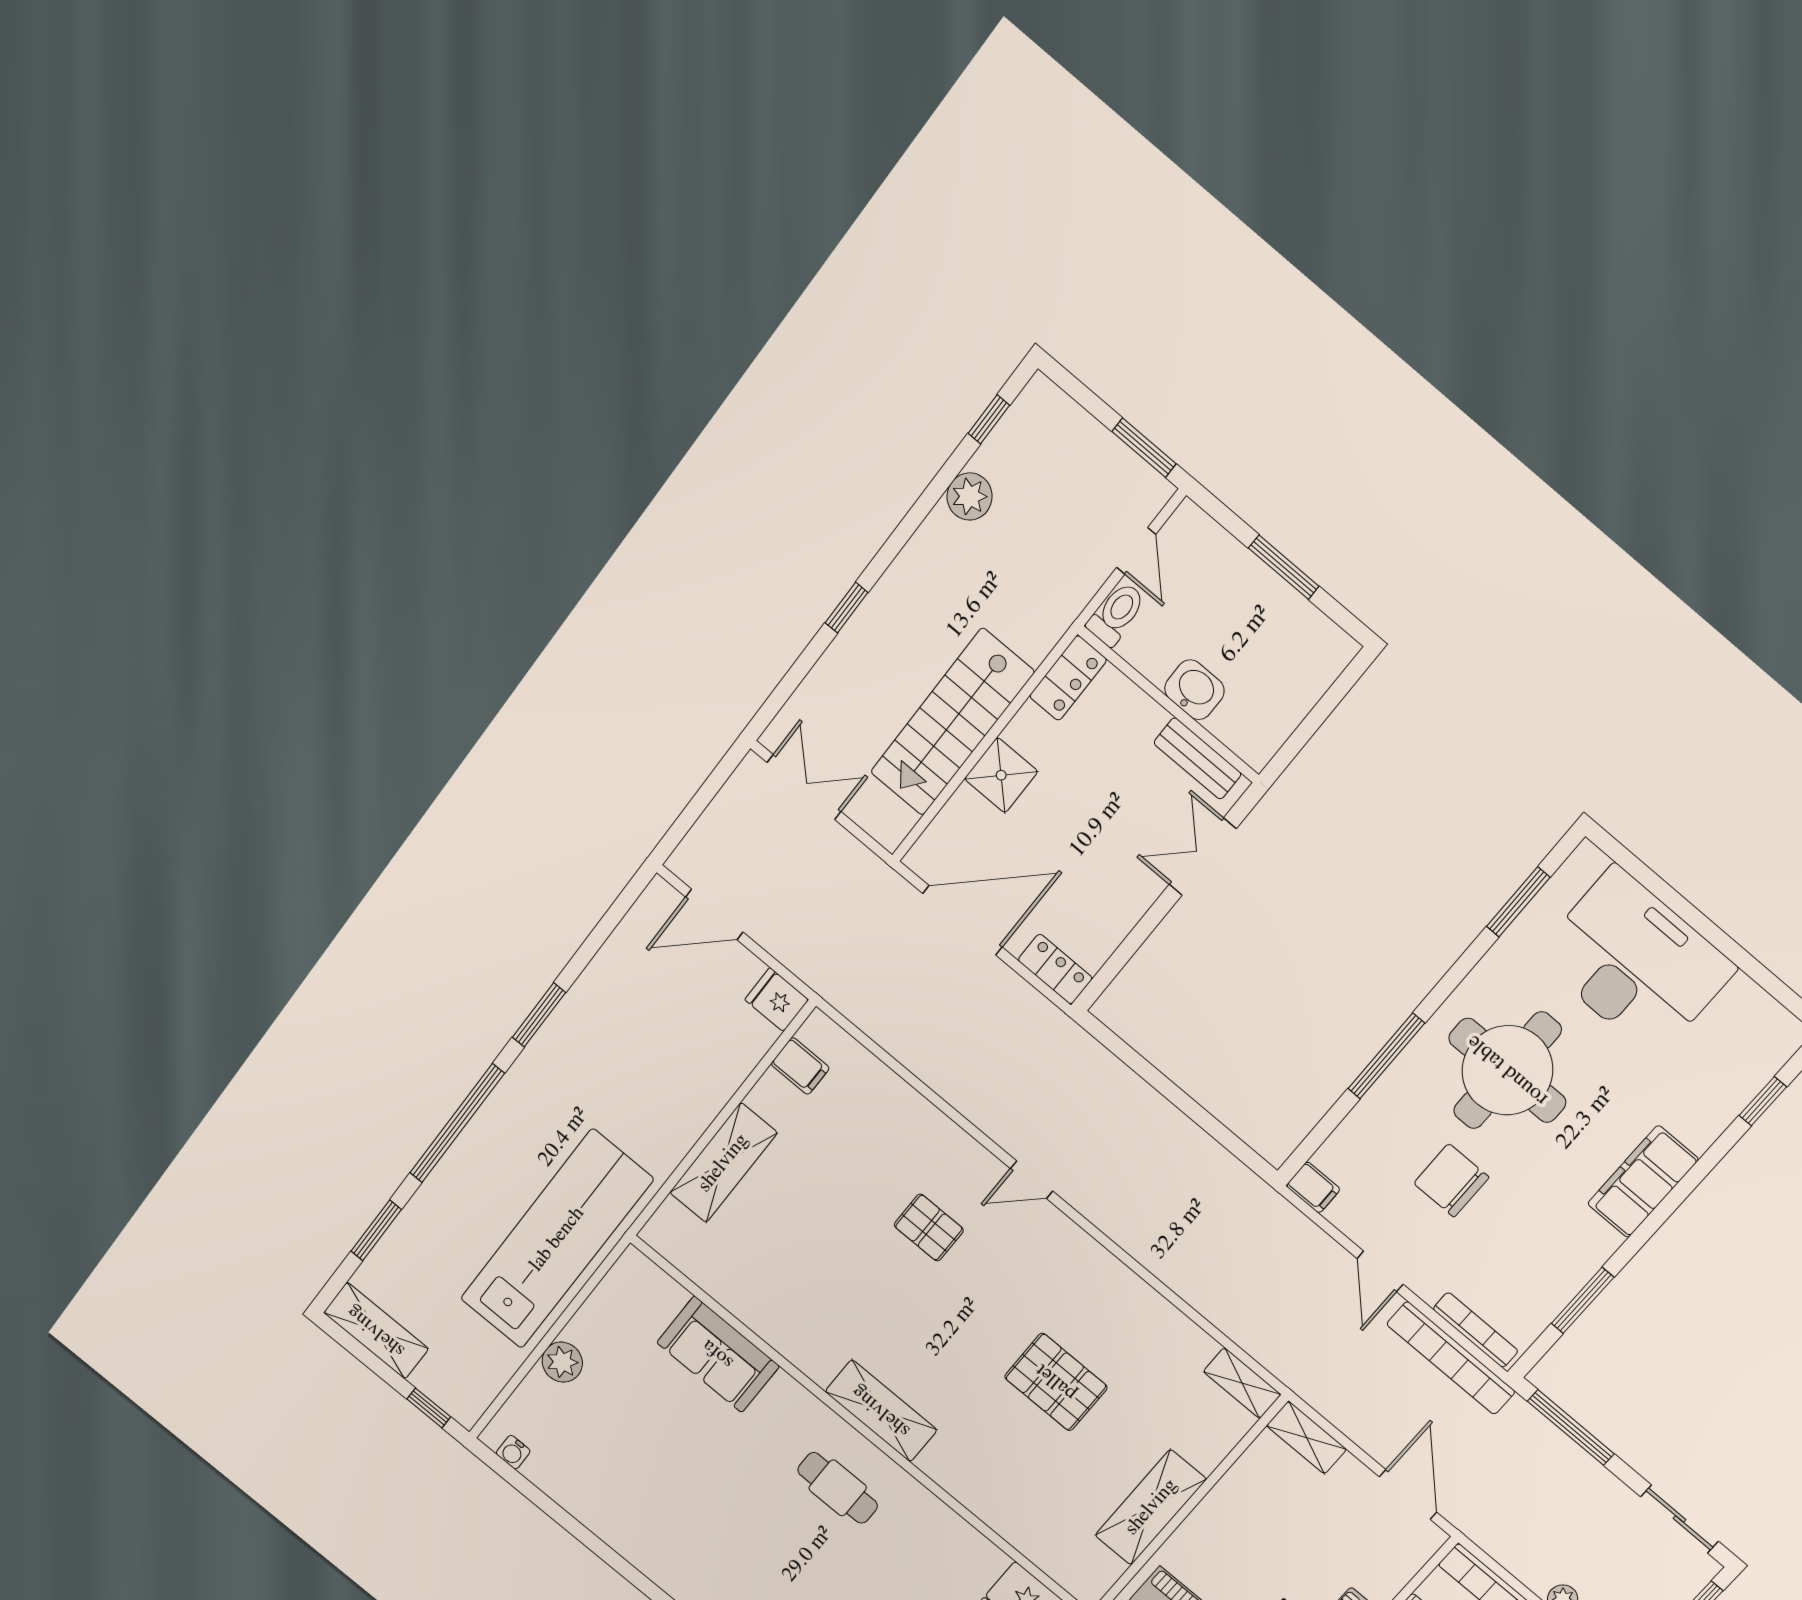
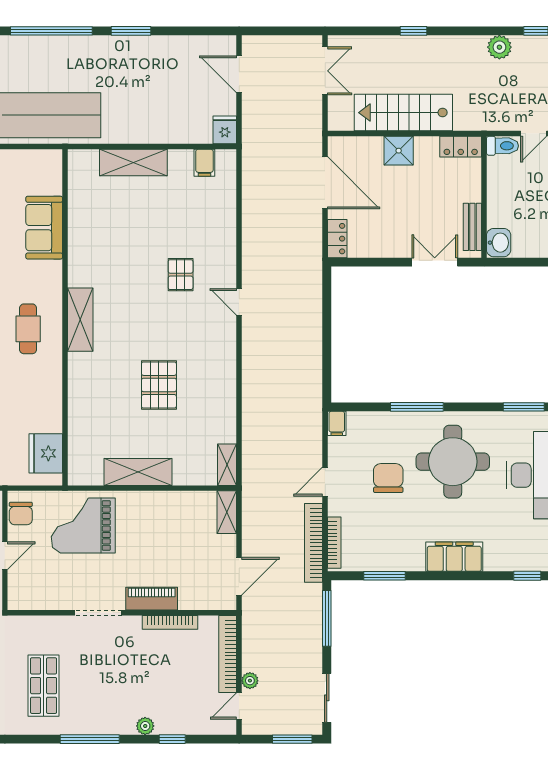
washbasin: (1194, 690) -> (499, 243), moved

